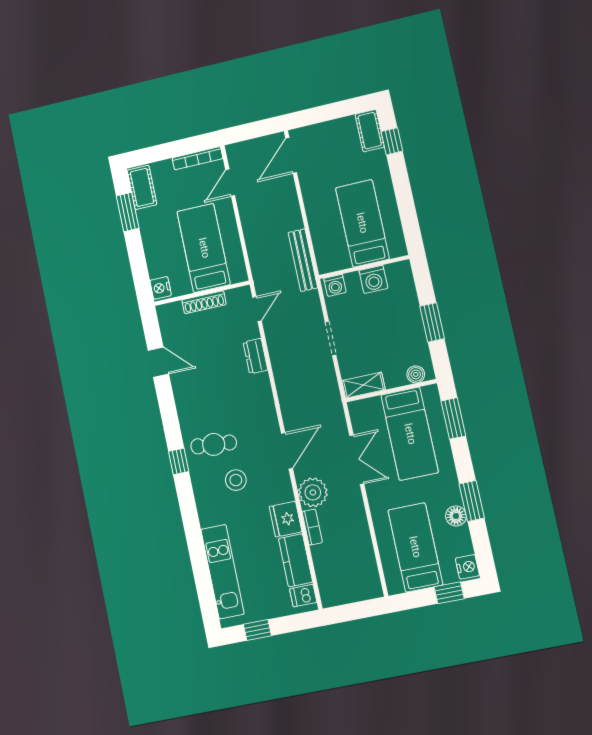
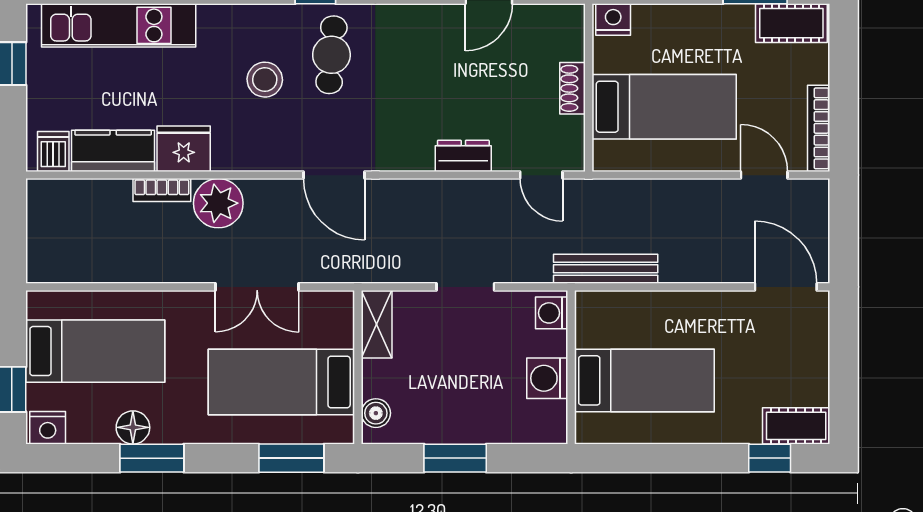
shoe rack: (204, 302) -> (573, 88), width x0.70
door: (287, 451) -> (334, 175), moved

